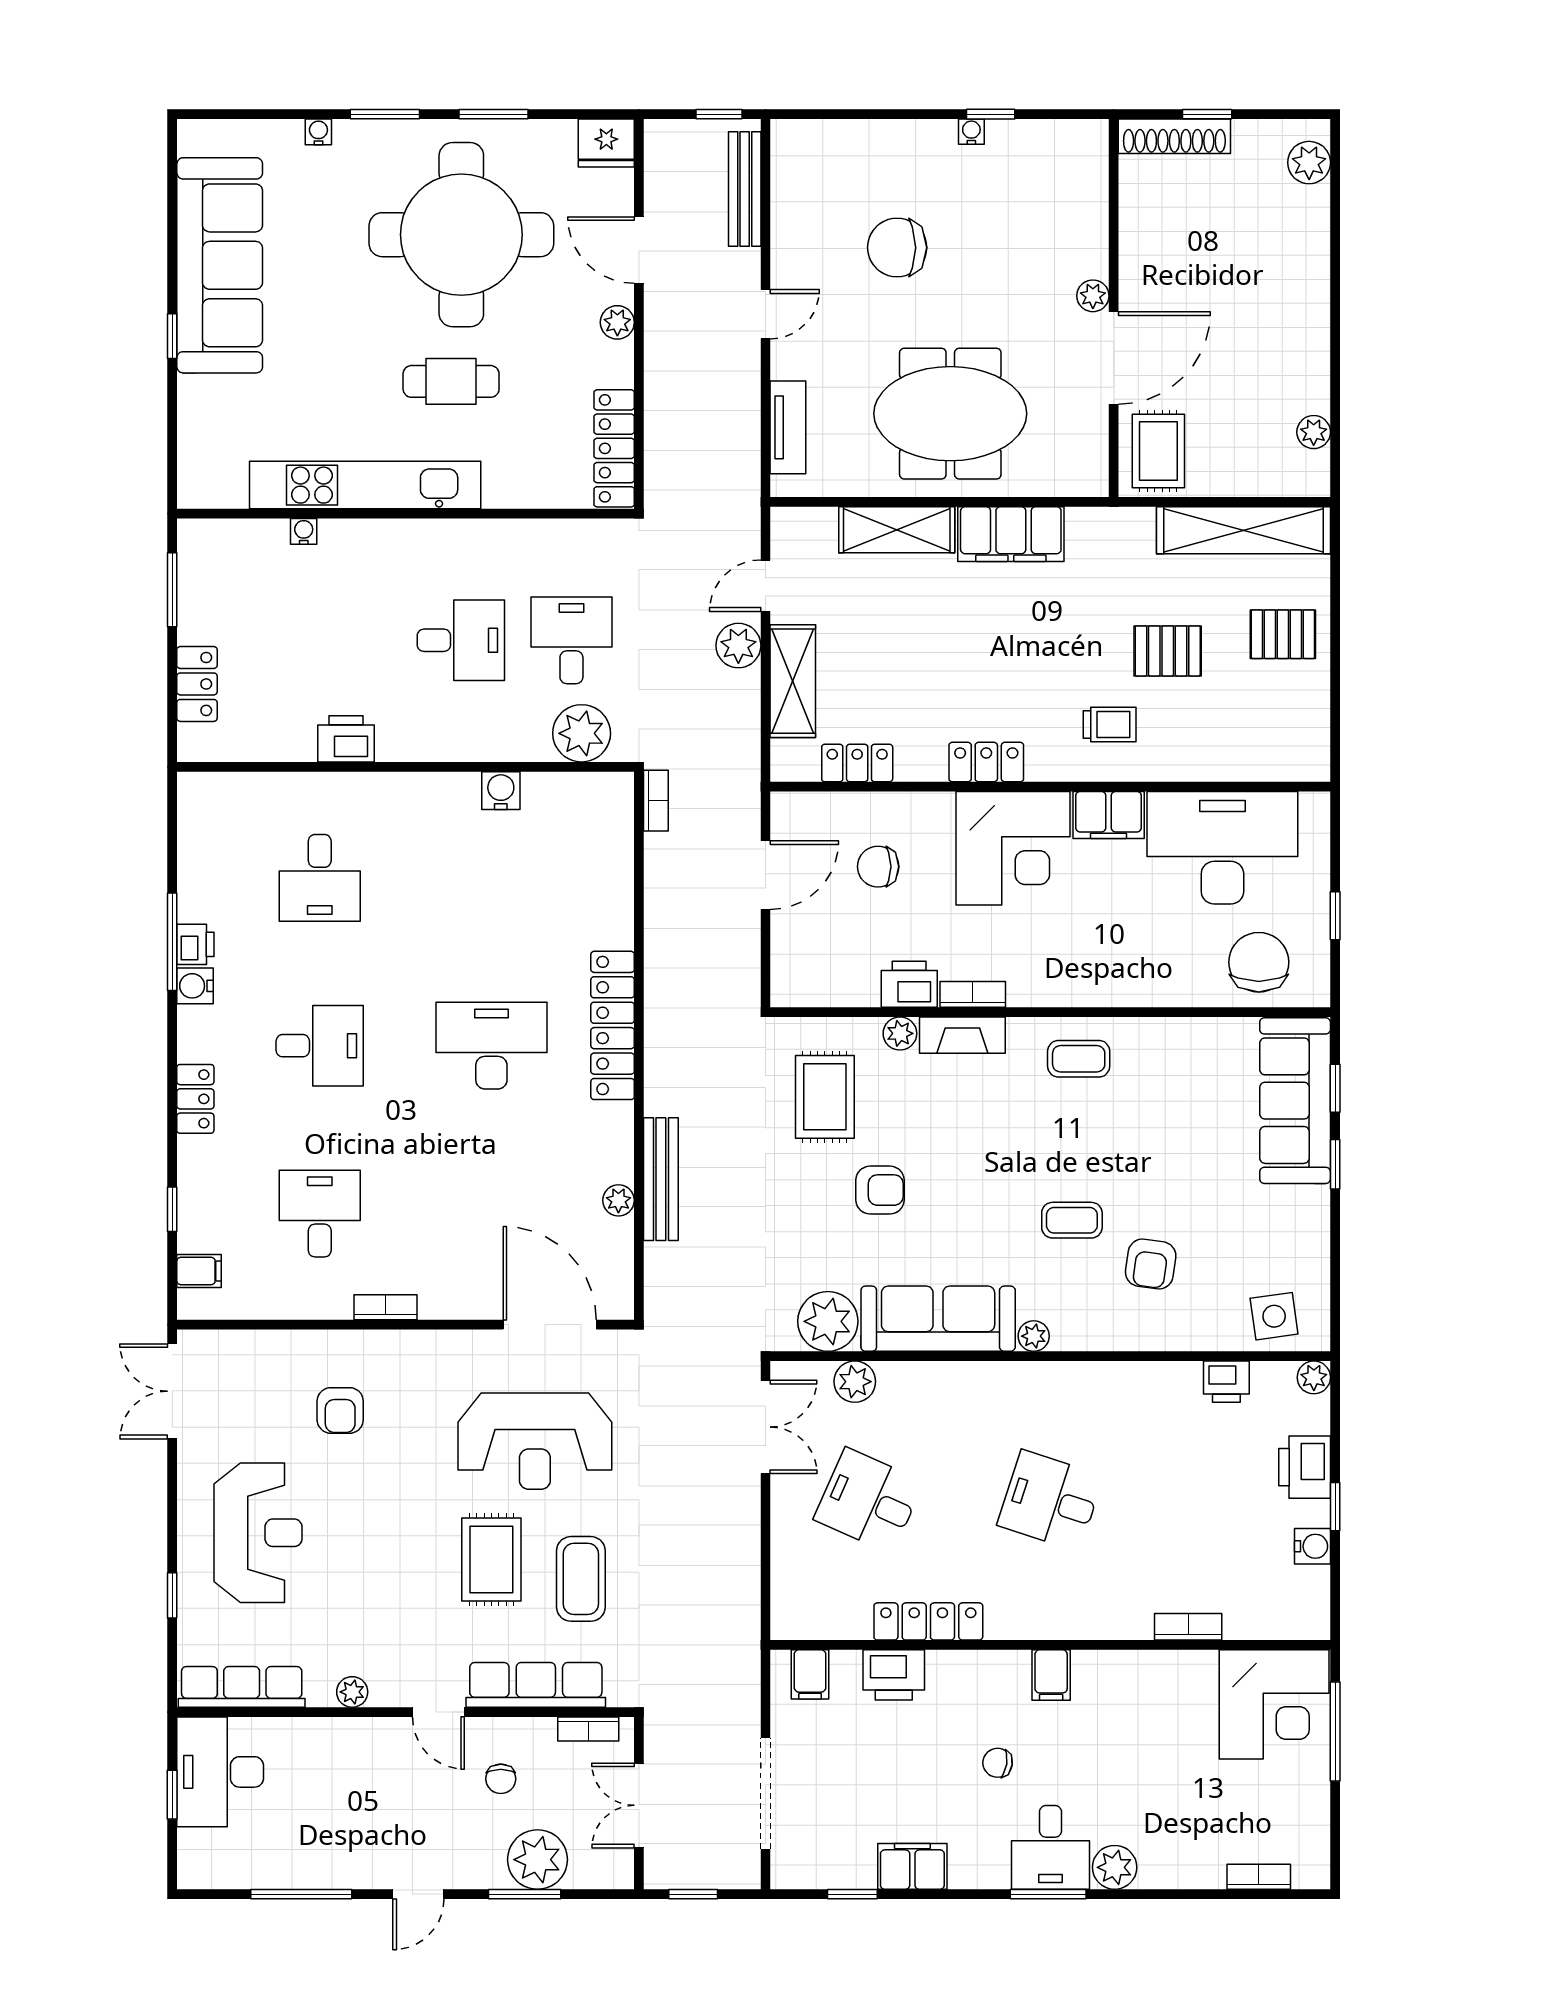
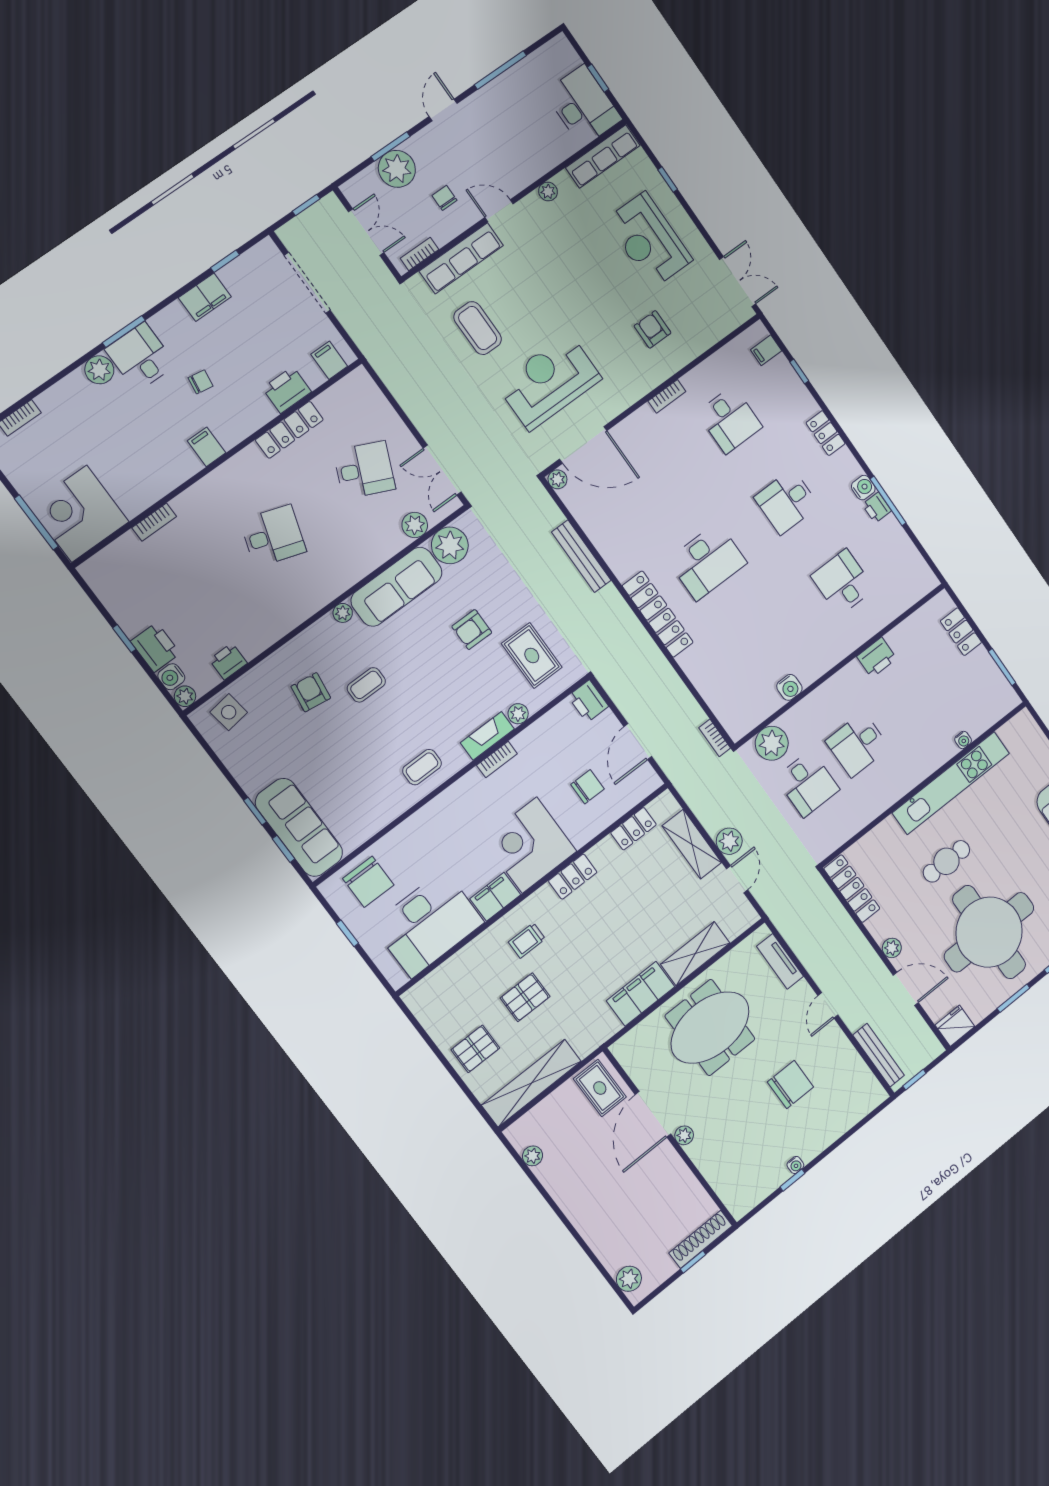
printer: (909, 984) -> (588, 701), moved, turned 90
plant: (618, 1200) -> (557, 479), moved
water cooler: (1312, 1546) -> (171, 677), moved
rug: (491, 1559) -> (528, 307), removed

